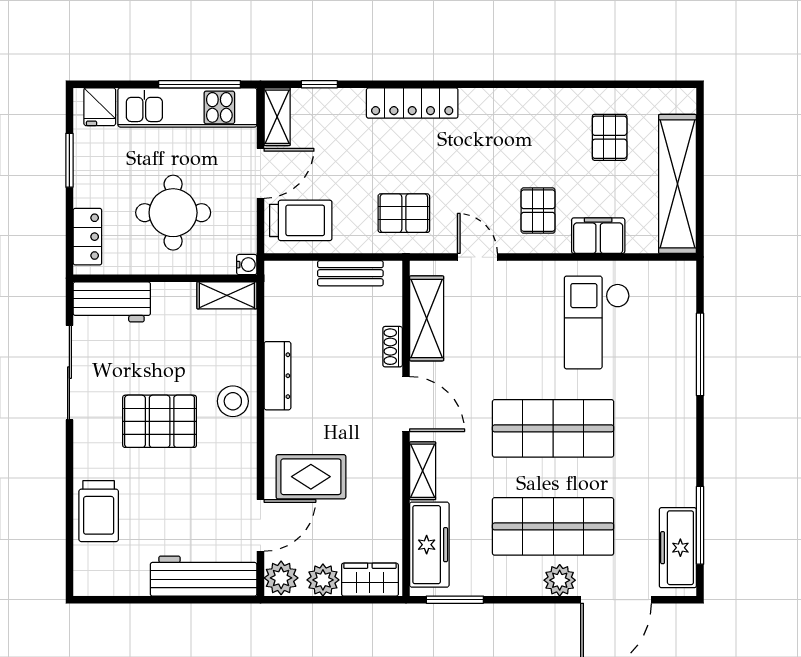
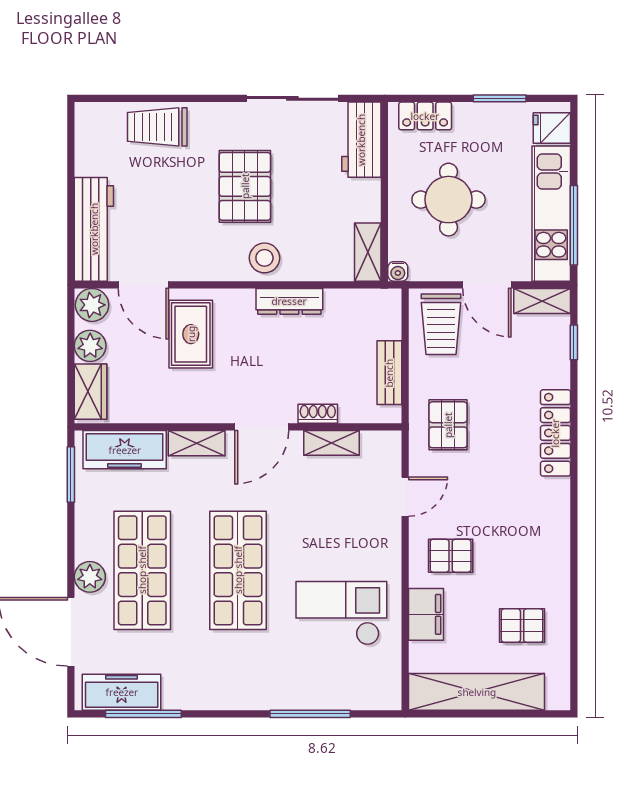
shelving: (427, 318) -> (331, 443), width x0.67, depth x0.75

